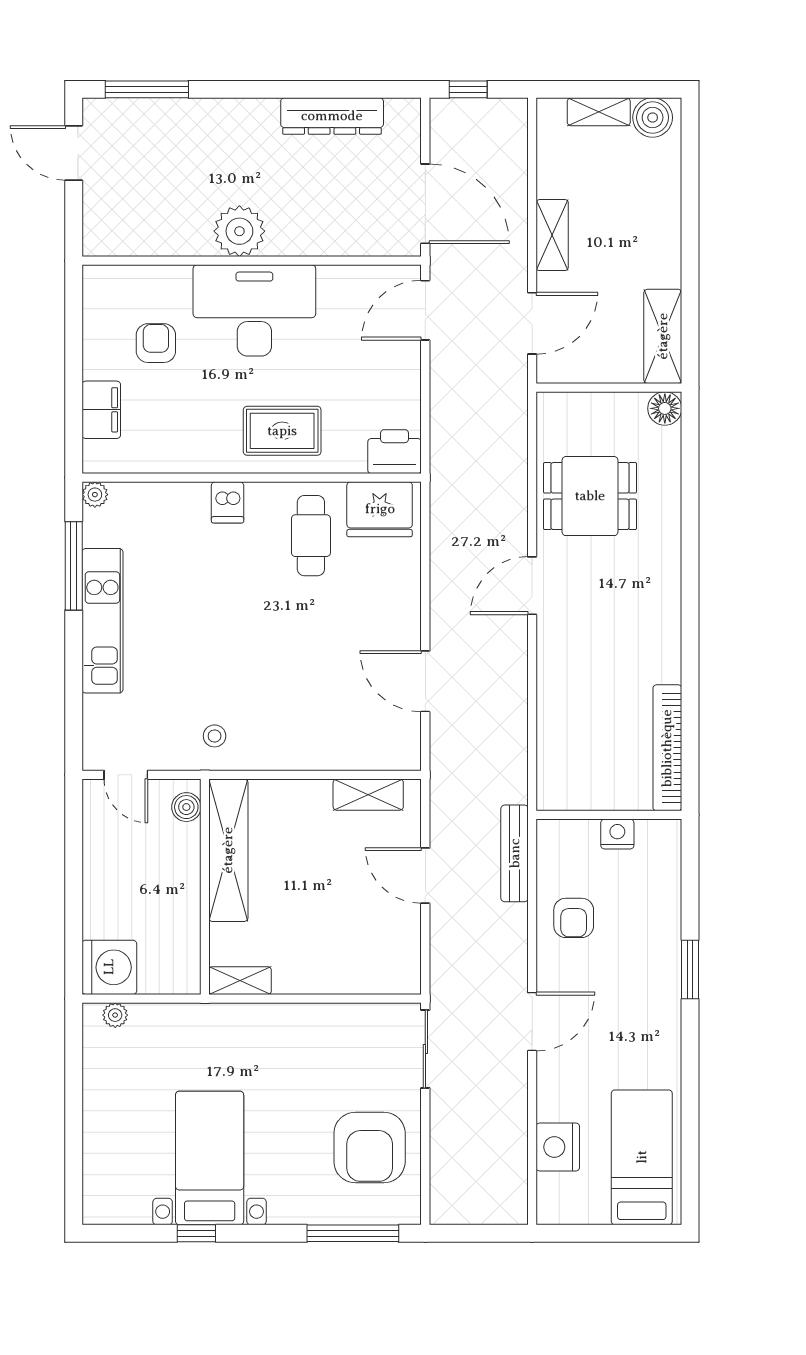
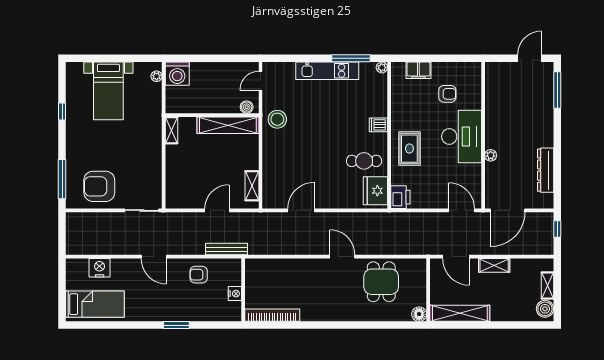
plant: (239, 231) -> (491, 155), moved, width x0.53, depth x0.53
shelving: (663, 336) -> (460, 313), width x1.47
stool: (215, 736) -> (277, 119), width x1.89, depth x1.89
bed with nightstands: (210, 1158) -> (108, 91), moved, turned 90

